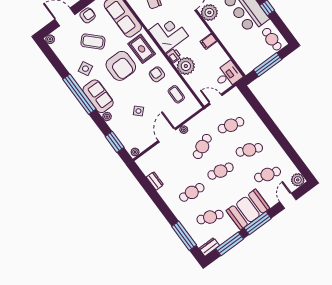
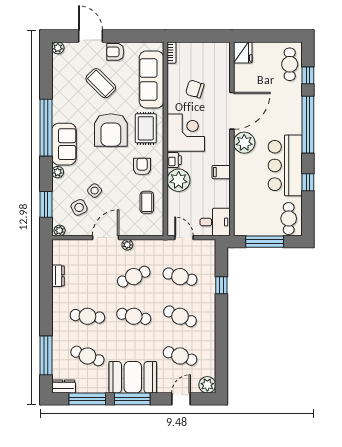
armchair: (88, 15) -> (115, 52), turned 180
side table: (85, 69) -> (79, 207), moved
window: (261, 112) -> (221, 285), added

